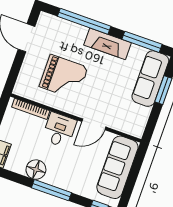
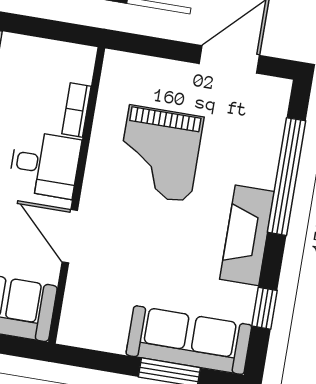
window: (142, 42) -> (265, 308), width x0.46
bookcase: (31, 109) -> (76, 110), width x0.64

